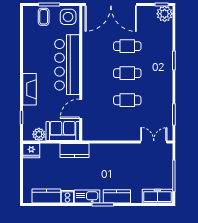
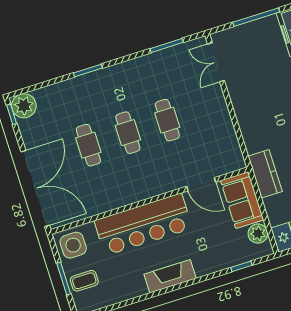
fireplace: (29, 89) -> (170, 276), moved

